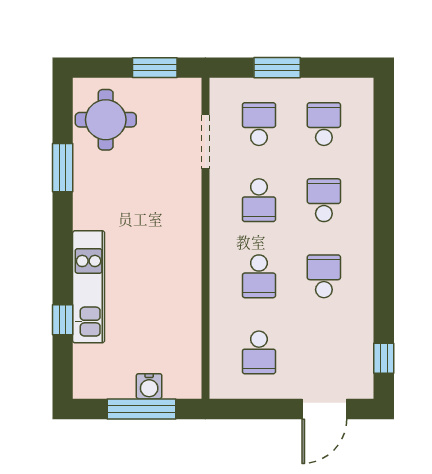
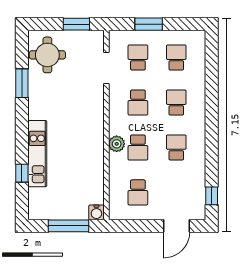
plant: (223, 270) -> (117, 144), added
water cooler: (149, 386) -> (96, 212), moved

